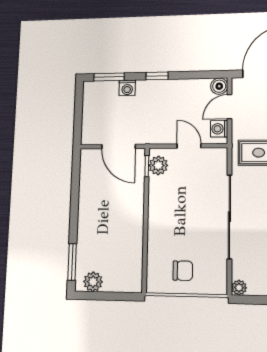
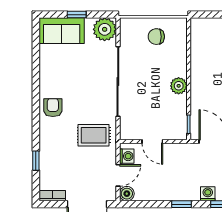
plant: (158, 165) -> (179, 86), moved
plant: (239, 288) -> (105, 29), width x1.88, depth x1.88

